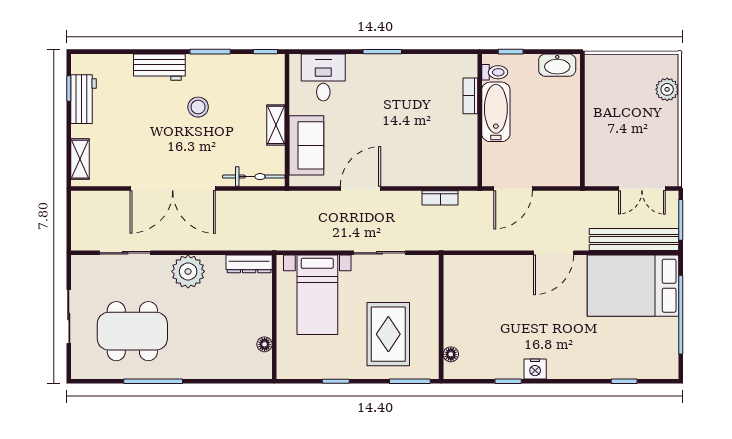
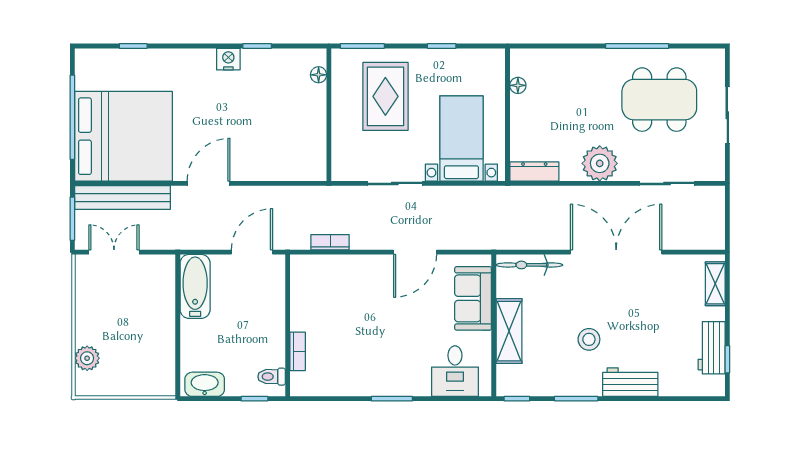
bathtub: (496, 112) -> (195, 286), moved, turned 180
shelving: (276, 125) -> (509, 331), width x1.50, depth x1.33
bed: (633, 286) -> (123, 136), width x1.36

